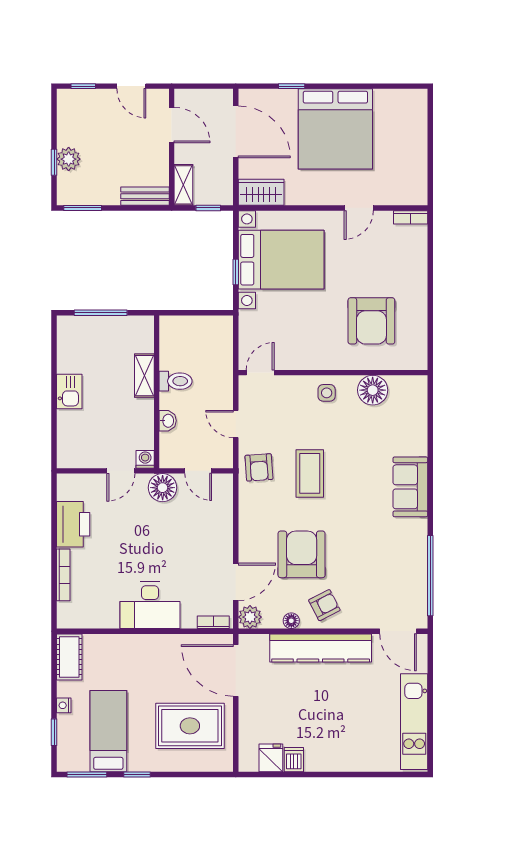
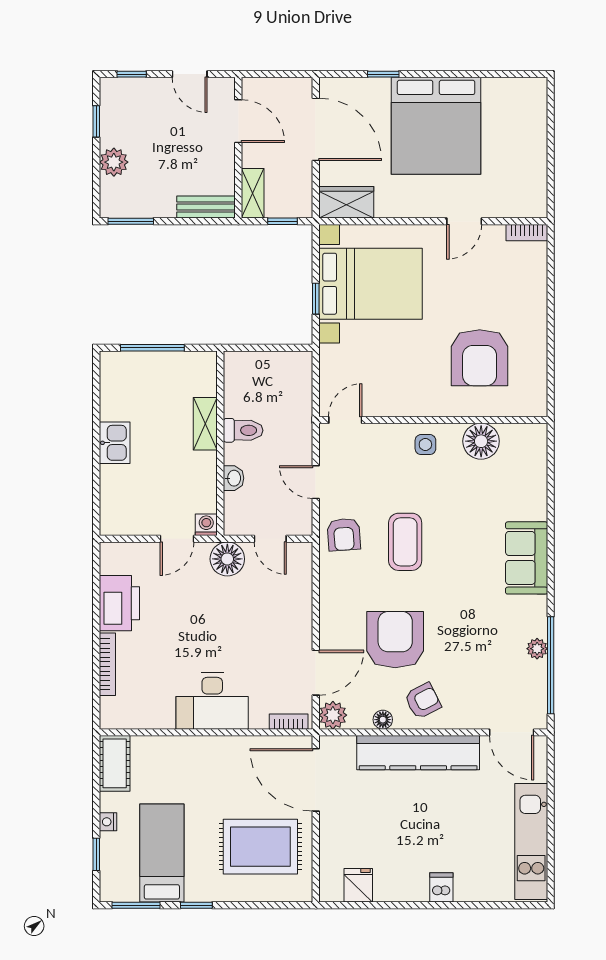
window: (54, 162) -> (96, 121), moved
plant: (419, 562) -> (537, 649), added
dishwasher: (294, 760) -> (441, 887), moved

